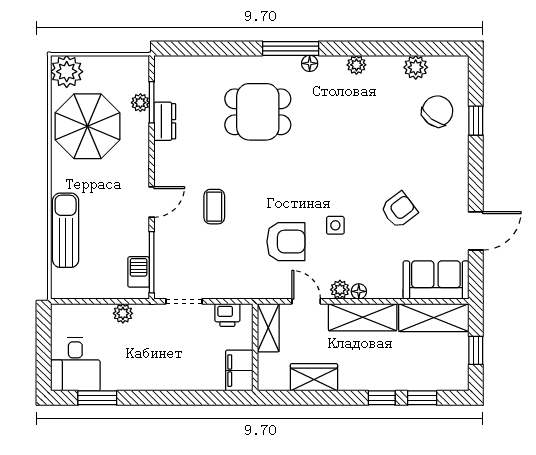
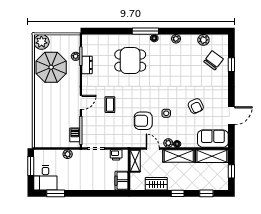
armchair: (399, 210) -> (196, 106), turned 102
sun lounger: (66, 230) -> (41, 116), removed
armchair: (286, 242) -> (143, 121), turned 180
window: (44, 339) -> (31, 166), added
window: (382, 398) -> (178, 193), moved

